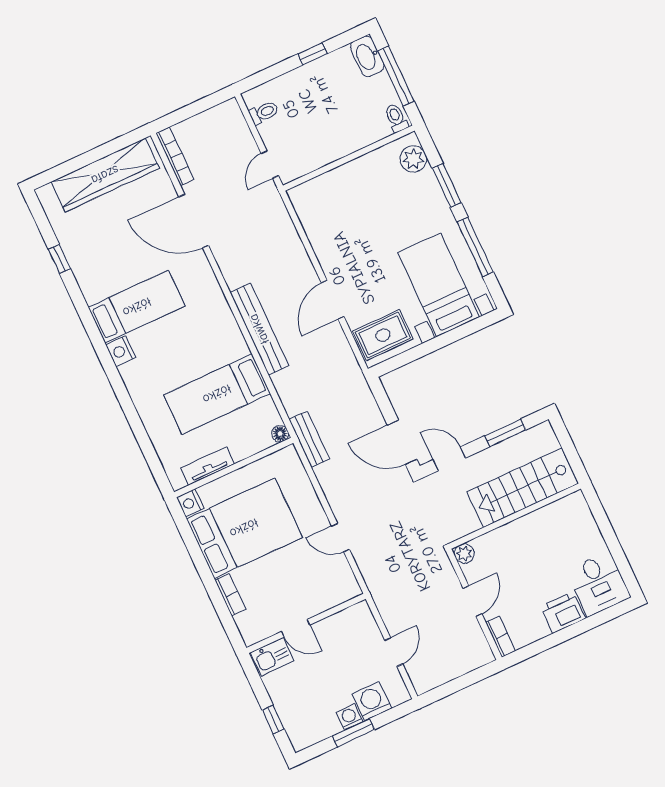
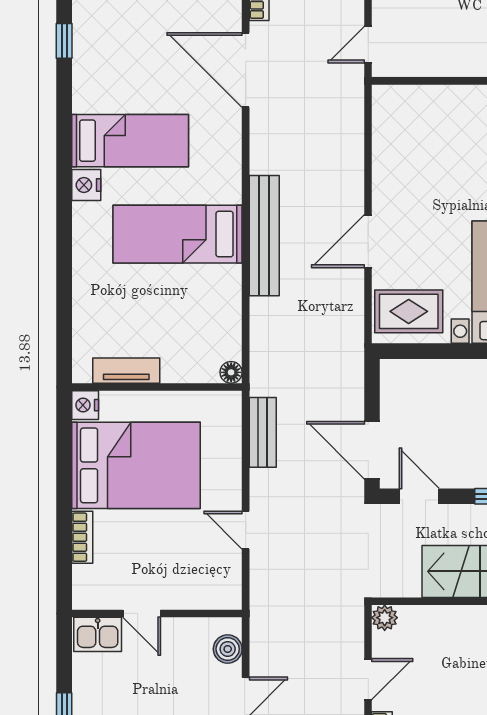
bed: (217, 394) -> (178, 234), moved
bench: (309, 439) -> (263, 432), moved
boiler: (366, 625) -> (228, 649), added

